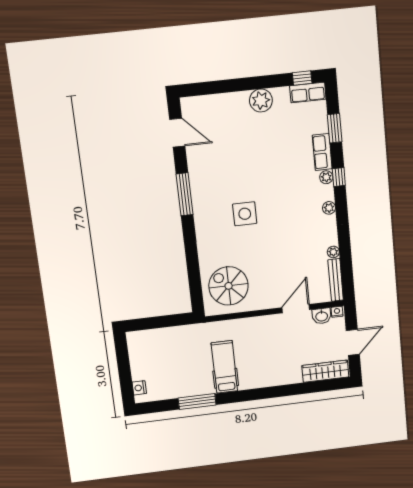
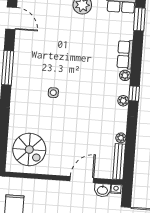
window: (335, 128) -> (139, 19), moved
window: (339, 177) -> (134, 93), moved
side table: (245, 214) -> (53, 93), width x0.54, depth x0.54
spiral stairs: (229, 286) -> (29, 149), turned 180

